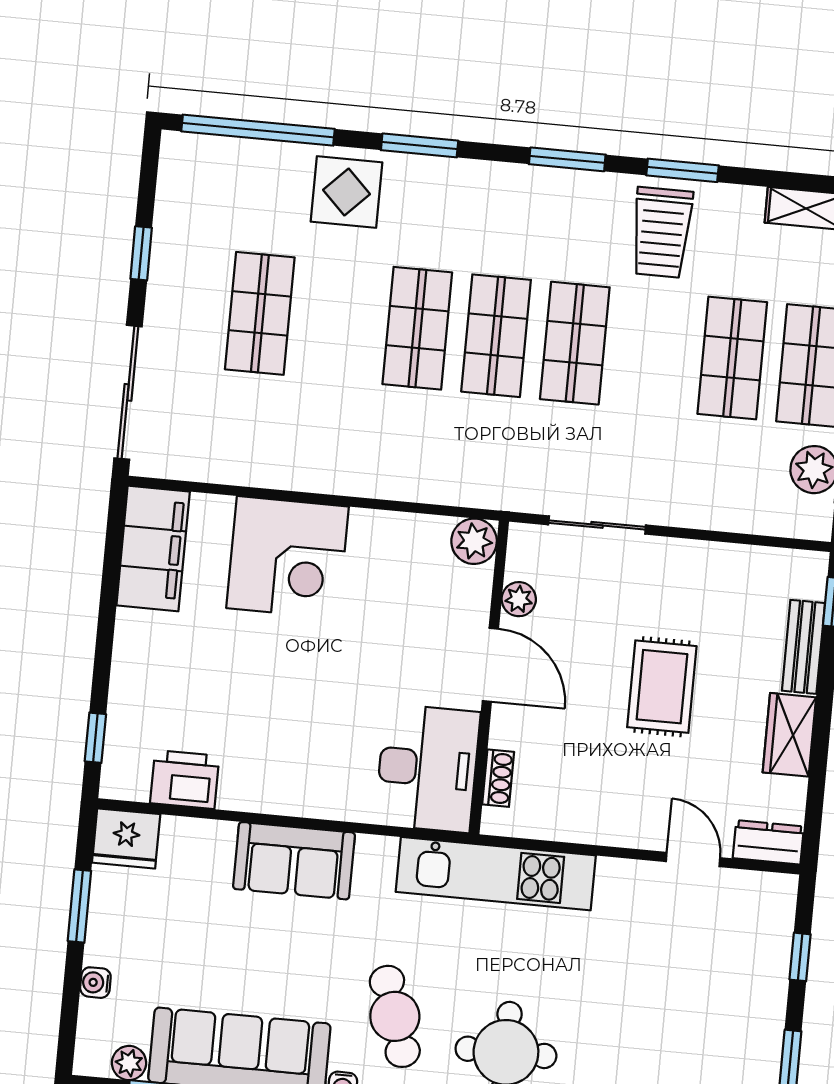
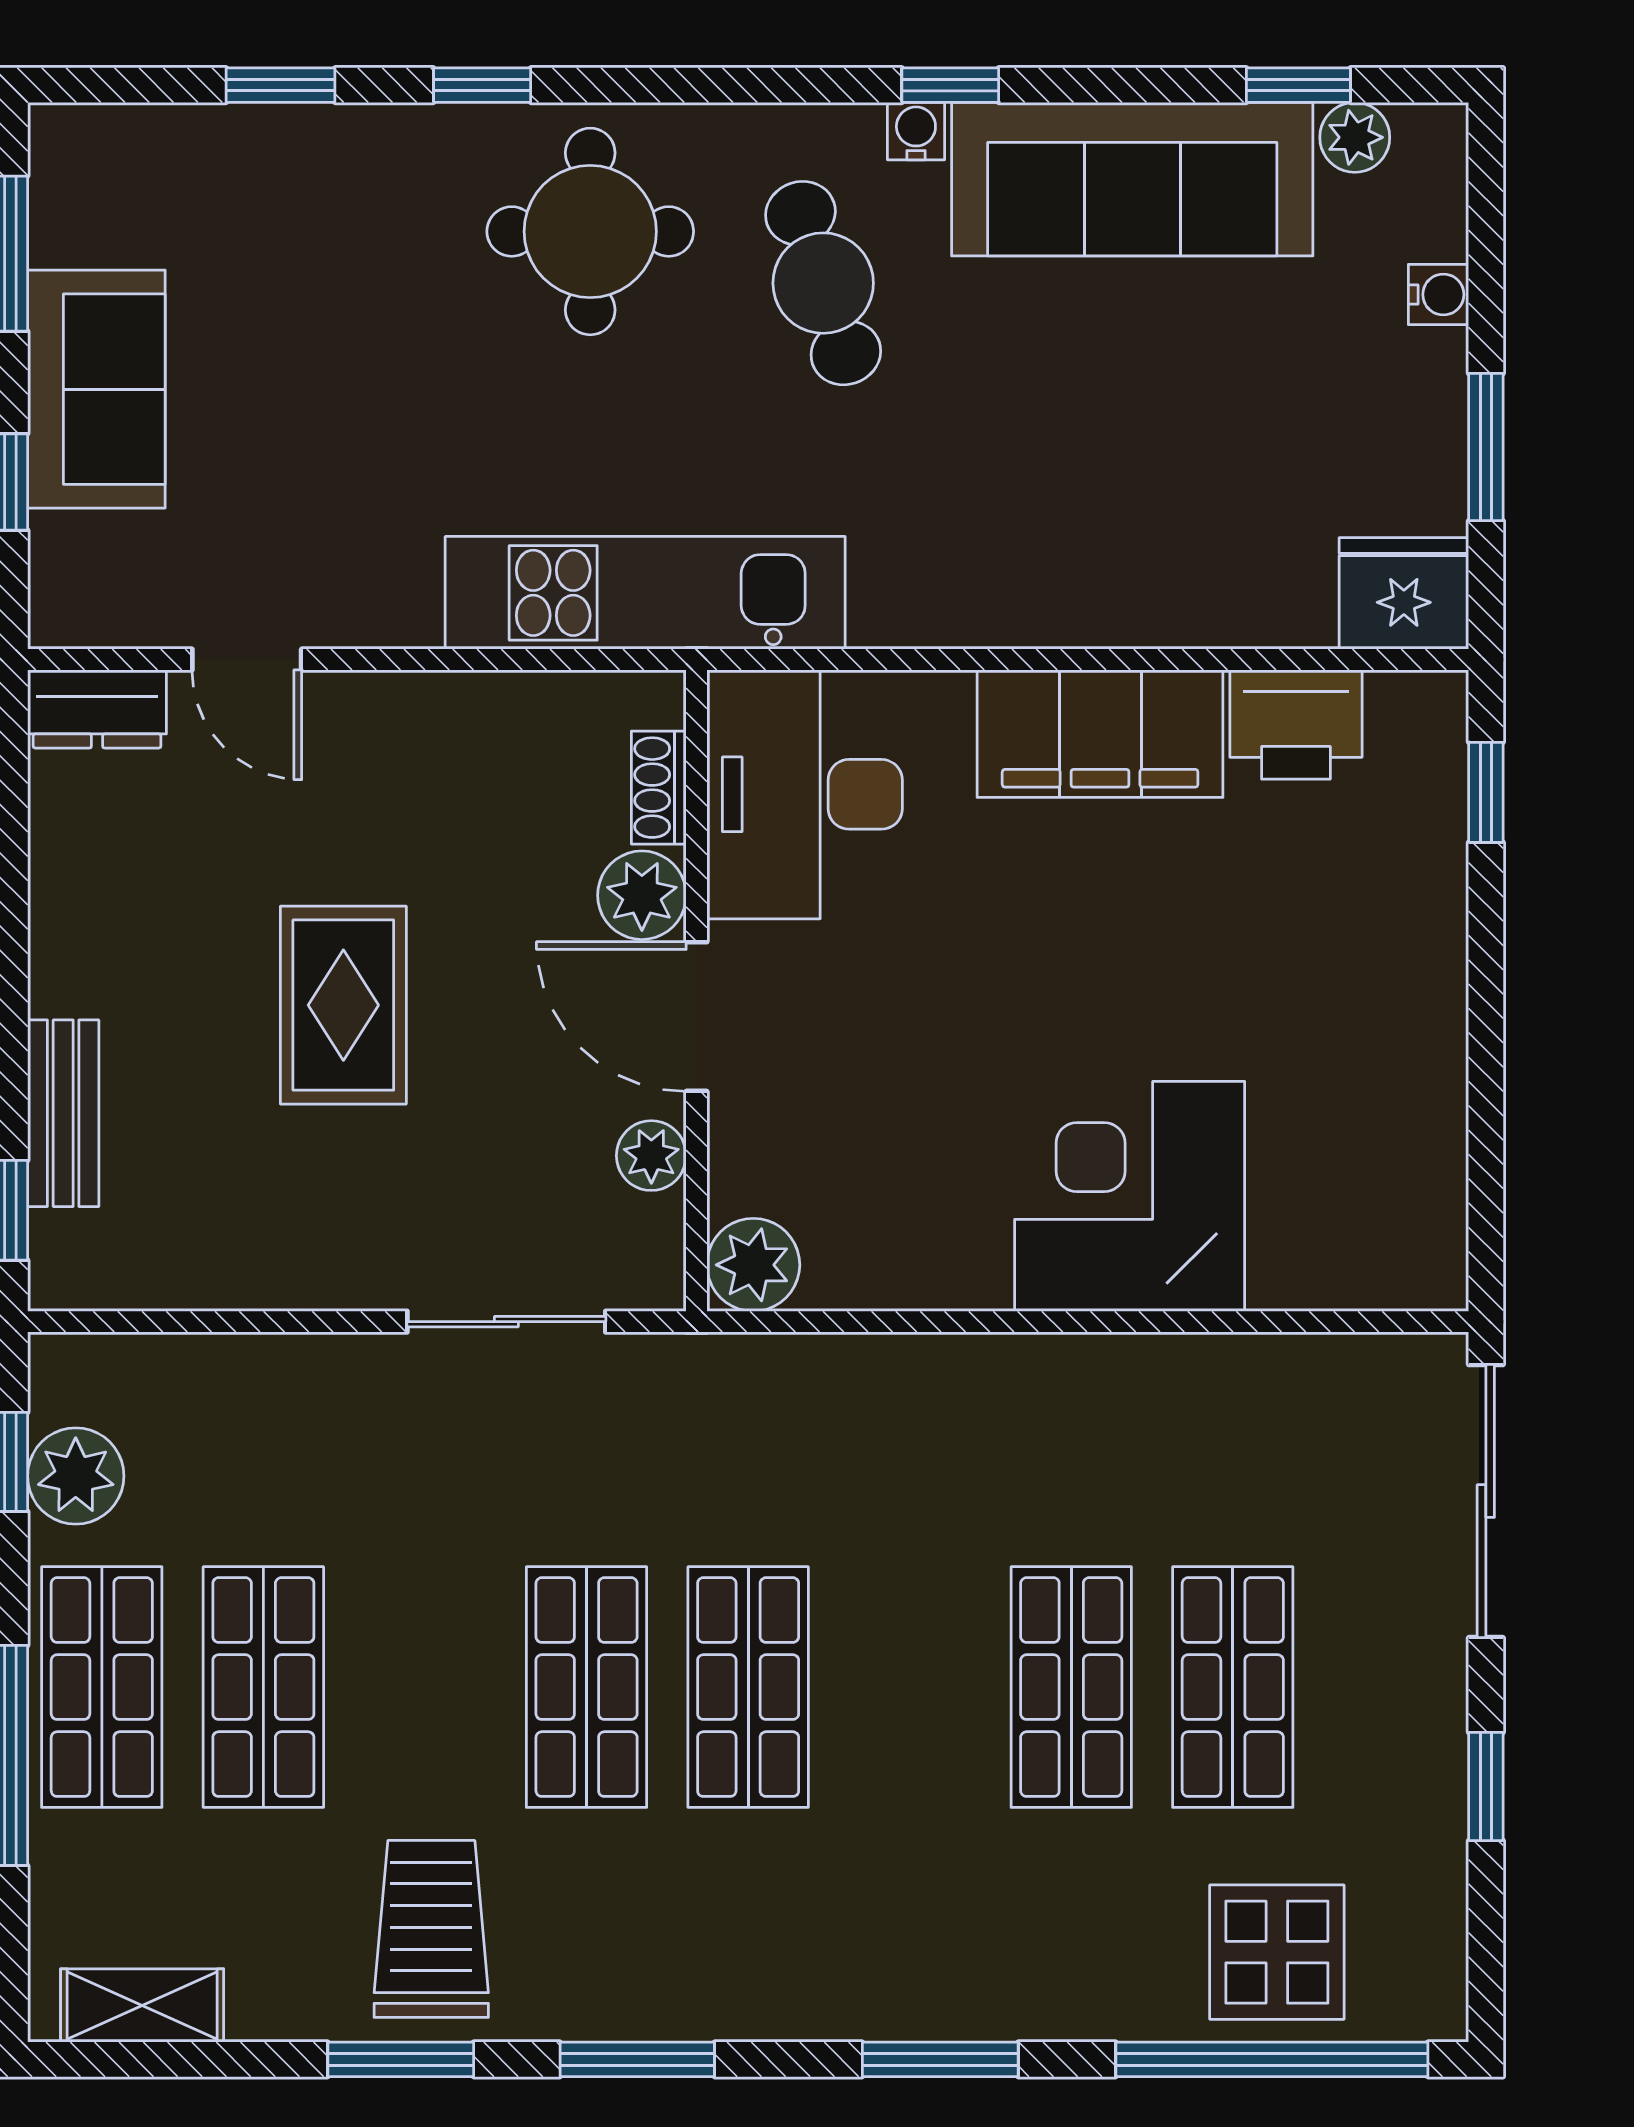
display table: (347, 192) -> (1277, 1952), moved
shop shelf: (417, 328) -> (1071, 1687), moved
filing cabinet: (153, 548) -> (1100, 734), moved, turned -90
plant: (511, 726) -> (642, 895), added
wardrobe: (789, 735) -> (75, 932), removed
sofa: (294, 861) -> (96, 389), moved, turned 90

